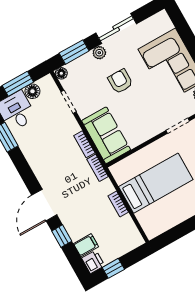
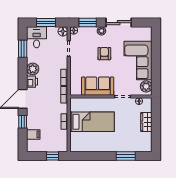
floor lamp: (32, 91) -> (63, 31), moved
sofa: (106, 135) -> (98, 86), moved, turned -90
plant: (35, 157) -> (33, 69), added
printer: (93, 262) -> (32, 82), moved
window: (113, 268) -> (53, 156), moved

